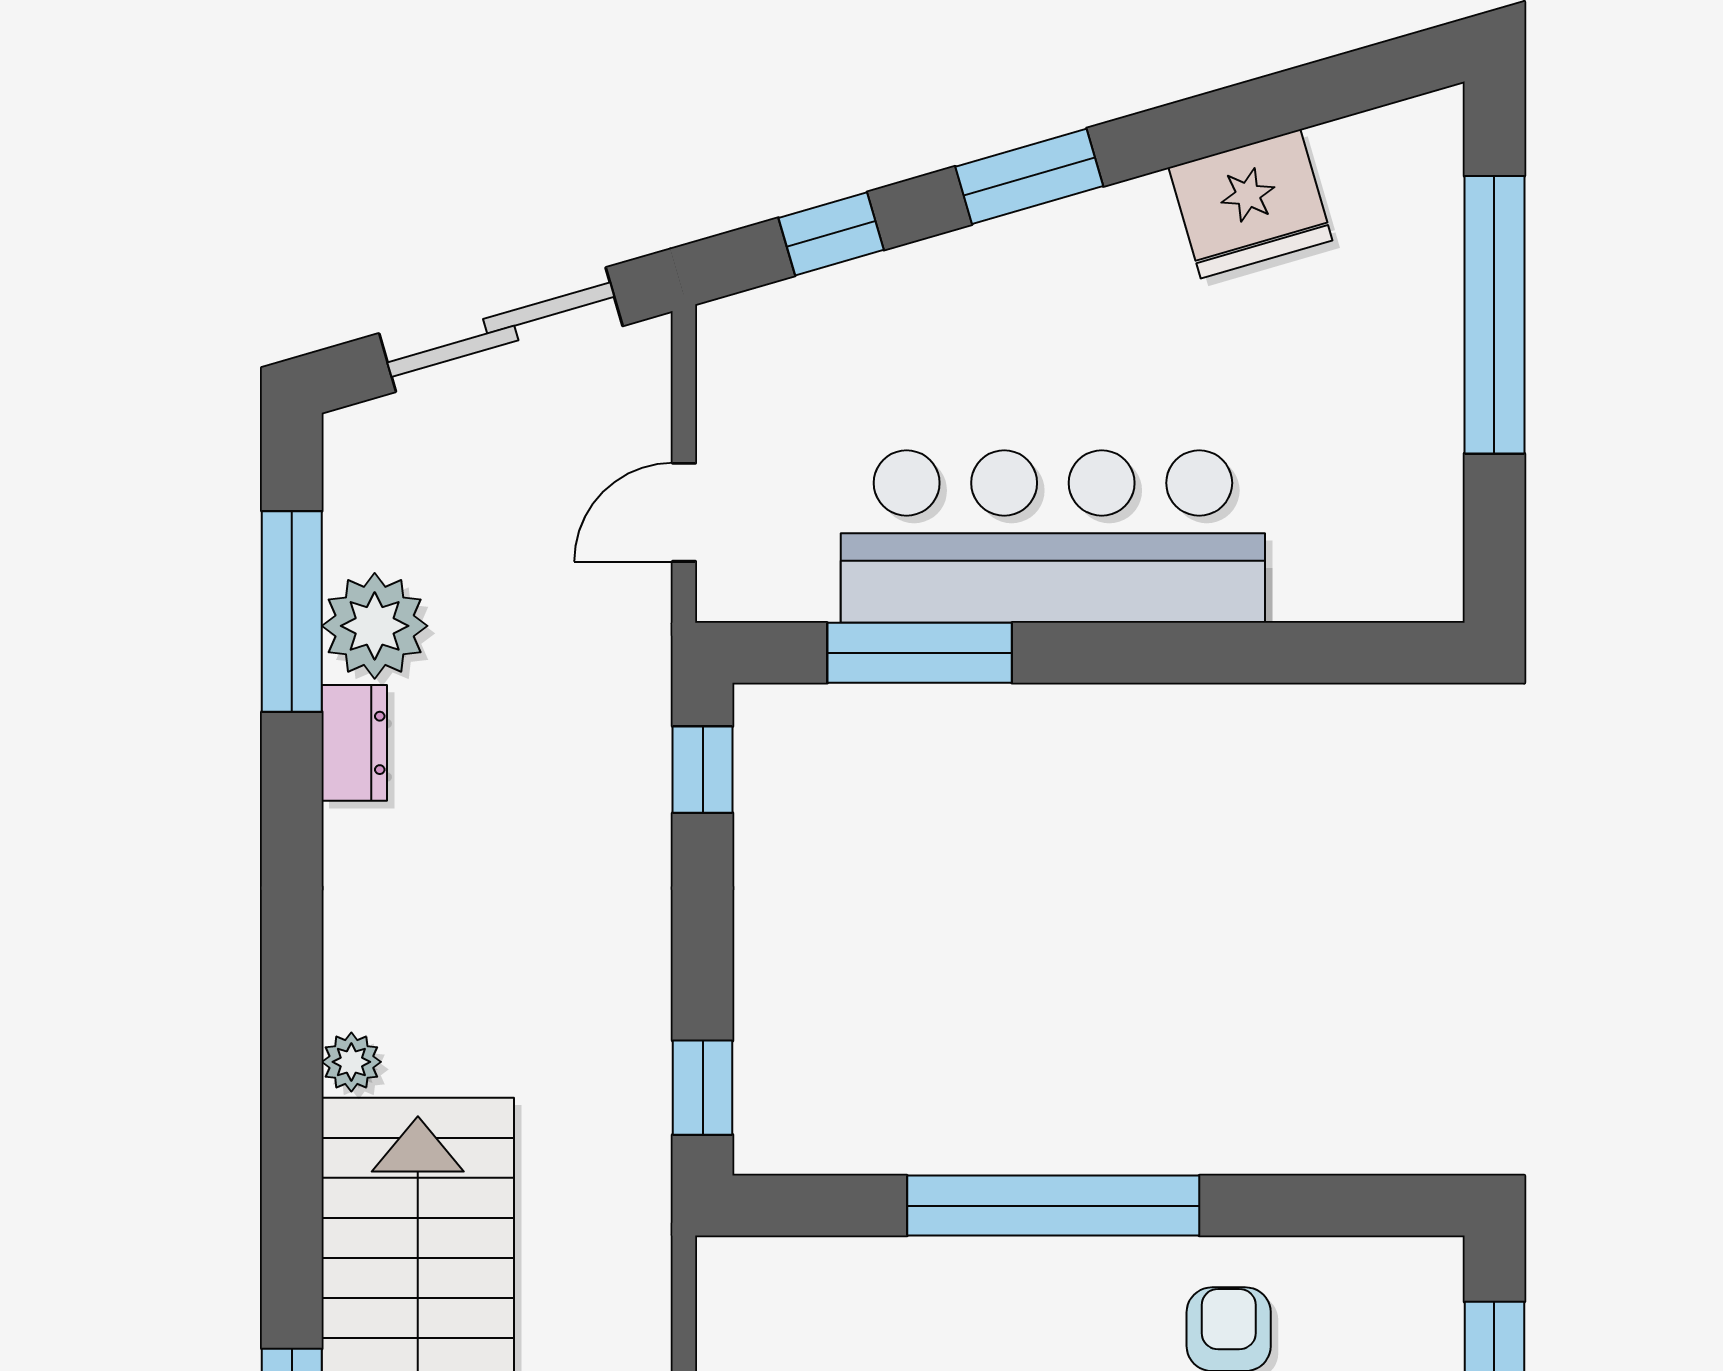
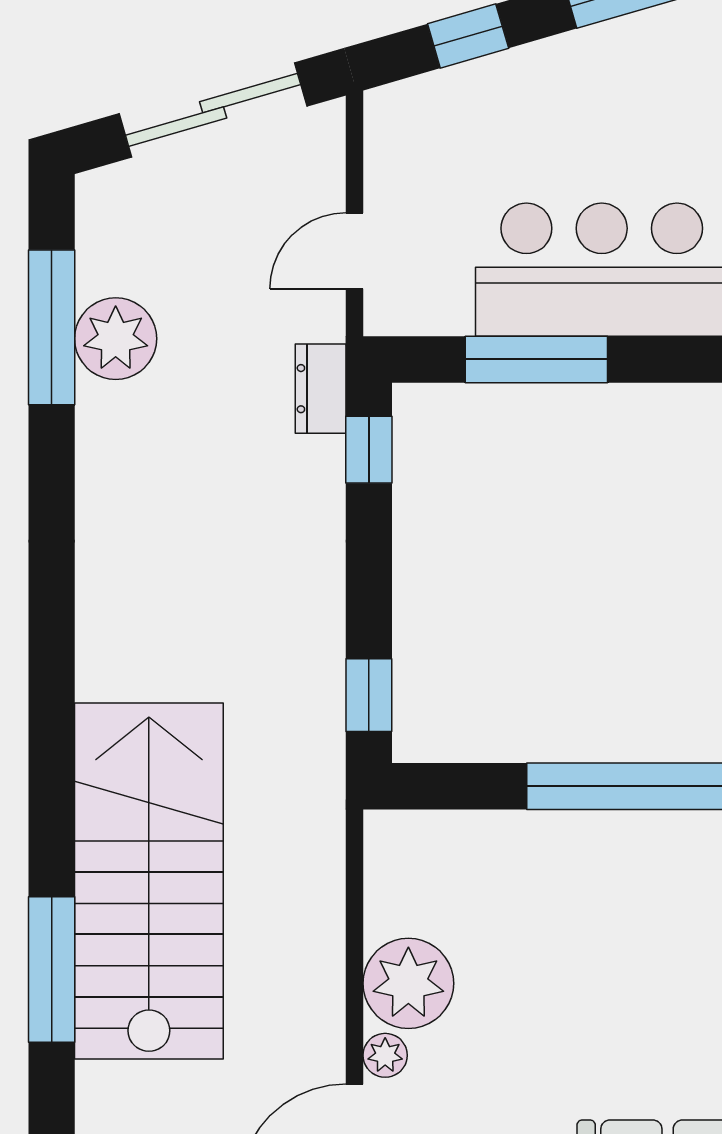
dresser: (354, 743) -> (321, 389), moved, turned 180
plant: (351, 1062) -> (98, 675), removed

